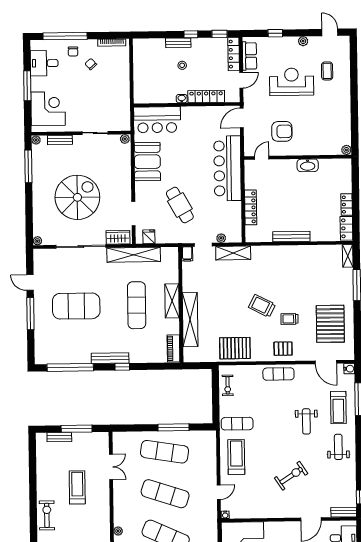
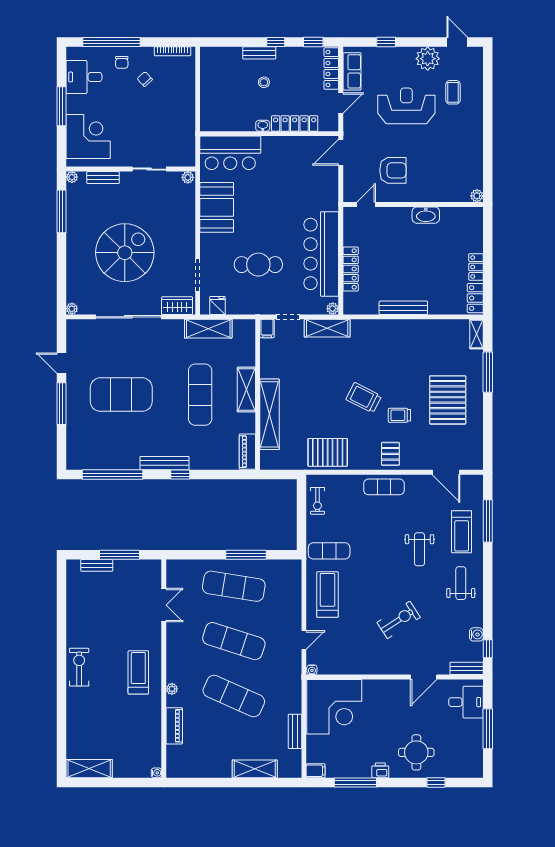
plant: (303, 41) -> (428, 59), width x1.87, depth x1.87
bar counter: (227, 168) -> (321, 254), moved
cafe table: (180, 205) -> (258, 265), turned -61
plant: (221, 238) -> (333, 309), moved
shelving: (134, 255) -> (208, 329), width x0.68
pallet: (330, 324) -> (448, 400), moved
pallet: (283, 349) -> (390, 454), turned 90
water cooler: (349, 369) -> (476, 634), moved
treadmill: (77, 487) -> (138, 672), moved

